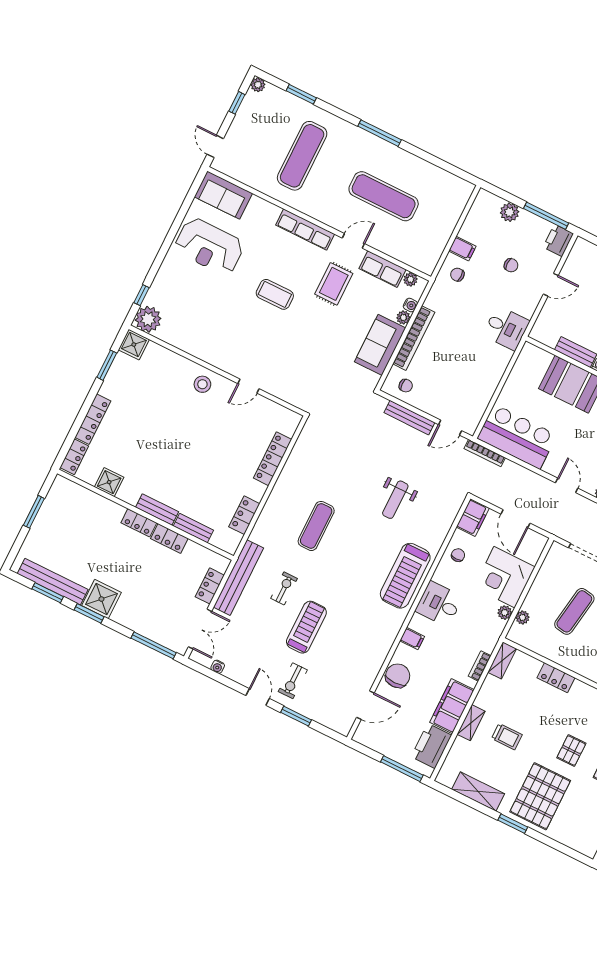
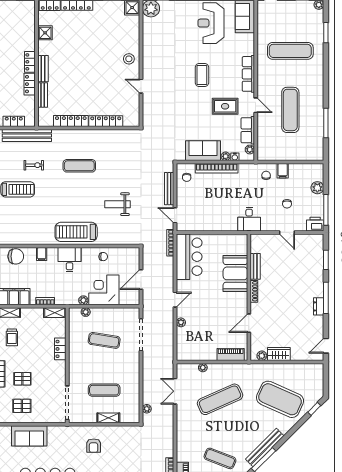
window: (380, 133) -> (326, 123), moved
locker: (244, 515) -> (71, 121), width x1.53
filing cabinet: (473, 518) -> (129, 254), removed

